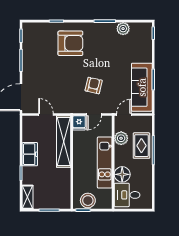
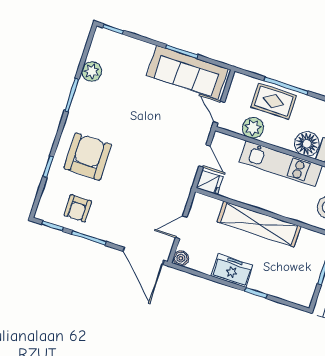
armchair: (94, 85) -> (78, 208), moved, turned -103
boiler: (27, 120) -> (181, 258), added
shelving: (64, 142) -> (259, 224), moved
shelving: (28, 197) -> (294, 295), removed

